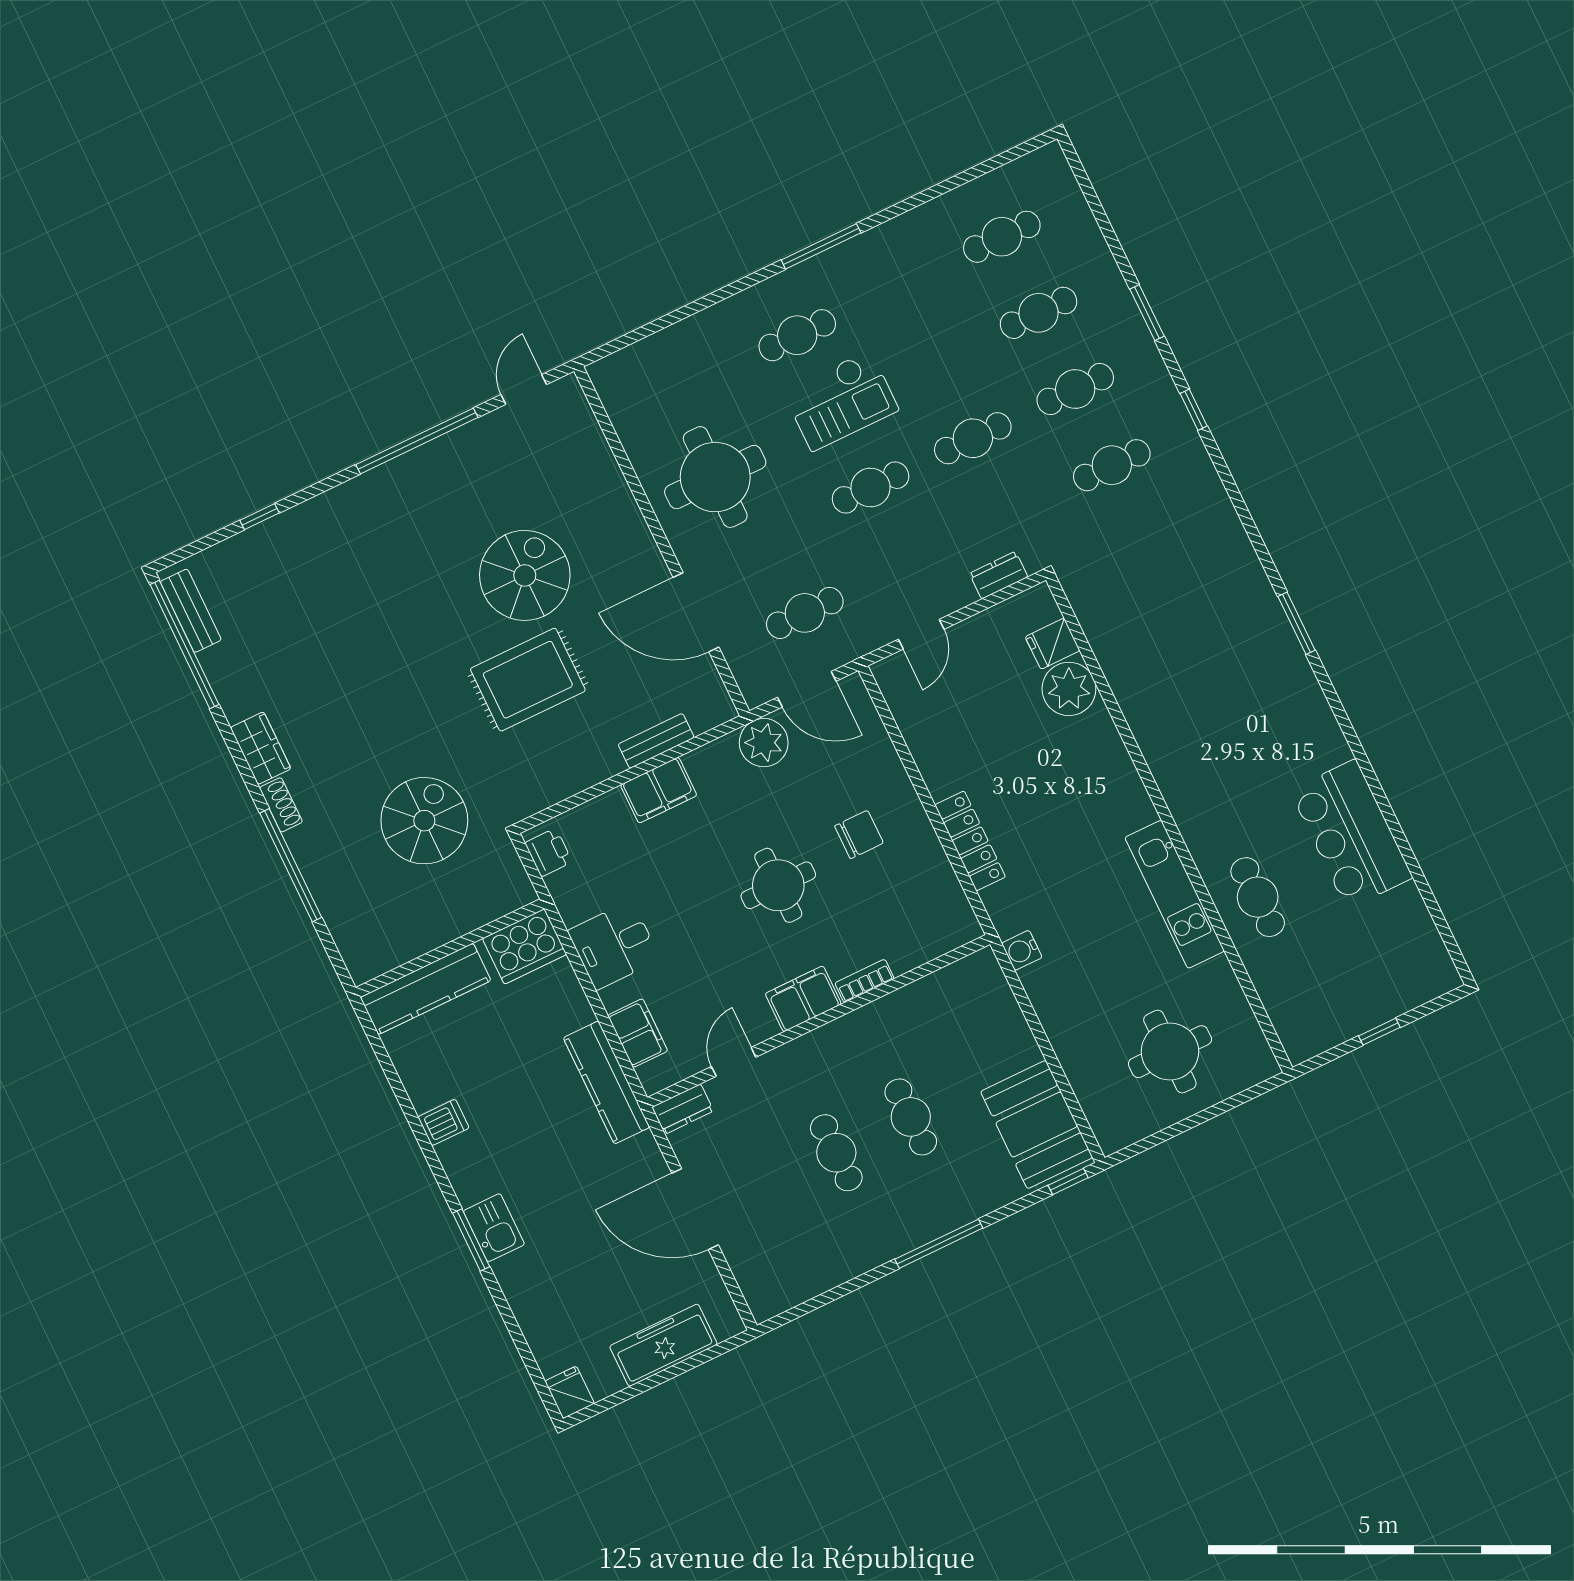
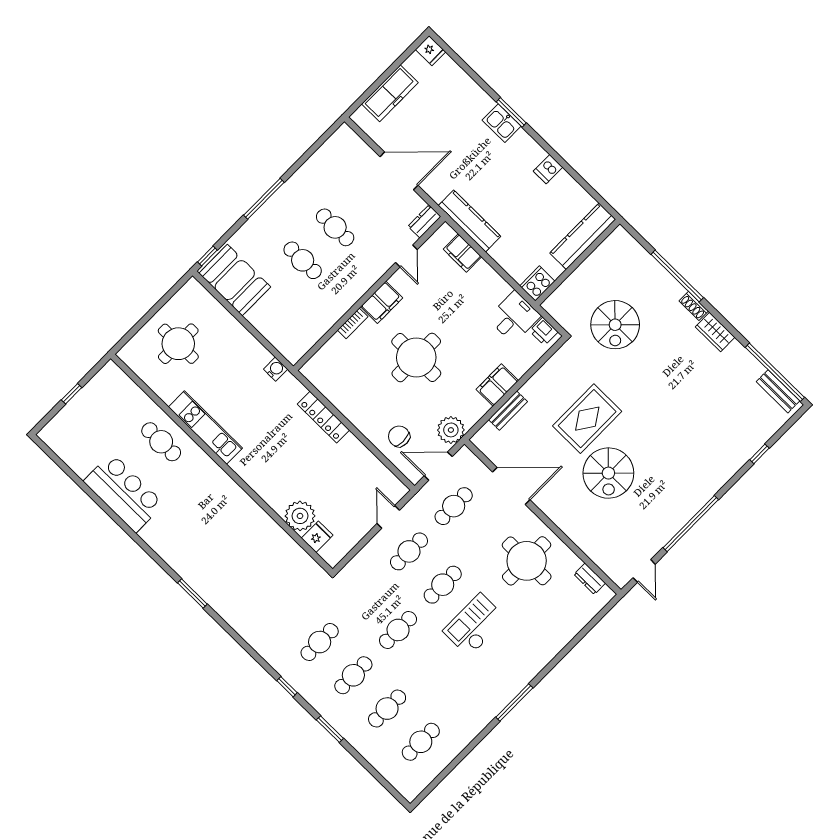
cafe table: (797, 335) -> (409, 551), moved
dresser: (999, 575) -> (590, 579), moved, turned 90
chair: (859, 835) -> (399, 436), moved, turned 90
round table: (778, 885) -> (416, 357), width x1.36, depth x1.36
desk: (614, 945) -> (514, 317), moved
cooker: (524, 946) -> (537, 283), width x0.73, depth x0.76

